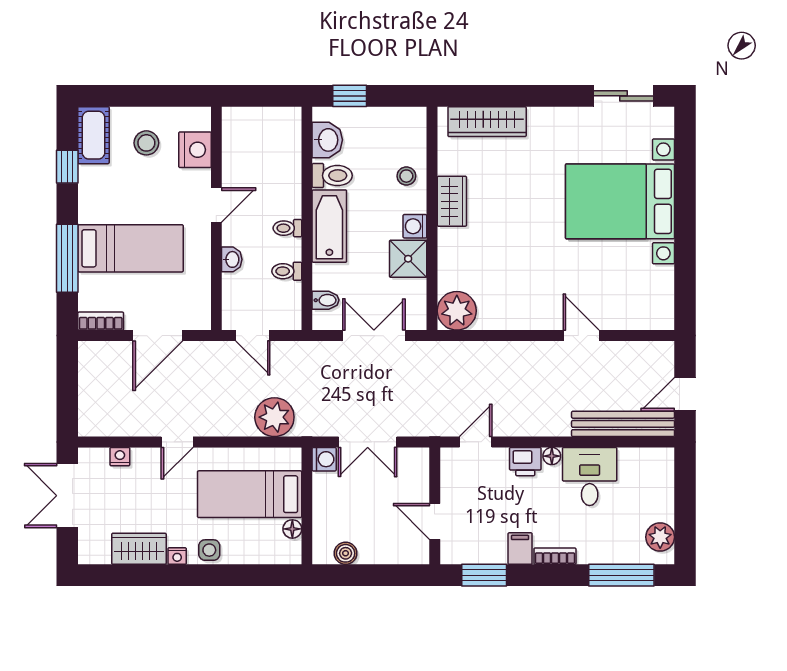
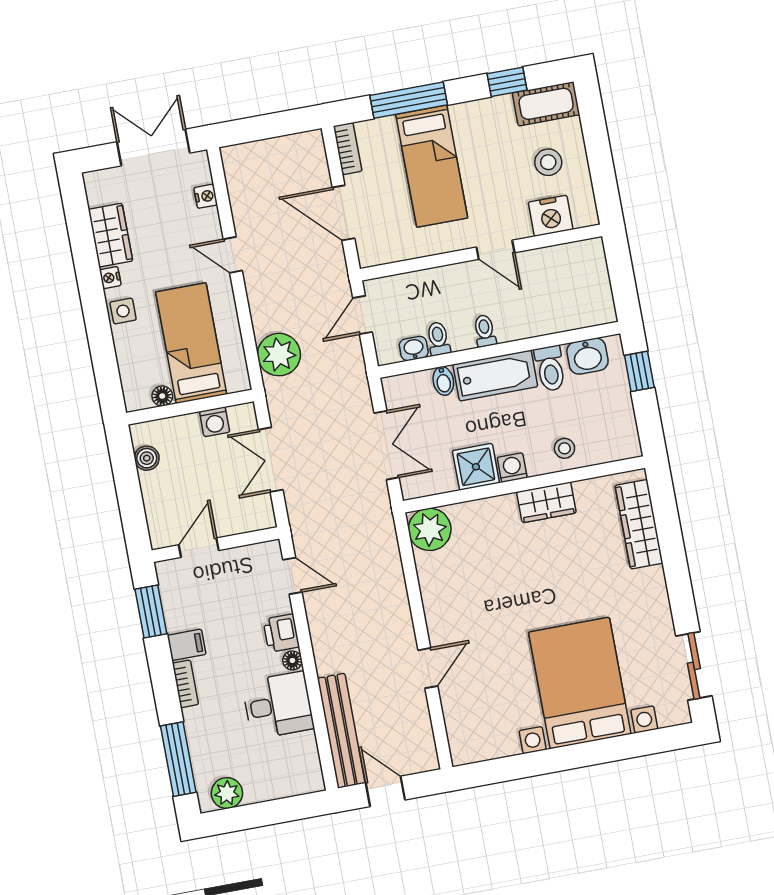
washbasin: (232, 259) -> (414, 349), moved, turned 180
bidet: (326, 300) -> (443, 381), moved
washing machine: (324, 459) -> (215, 422), moved

